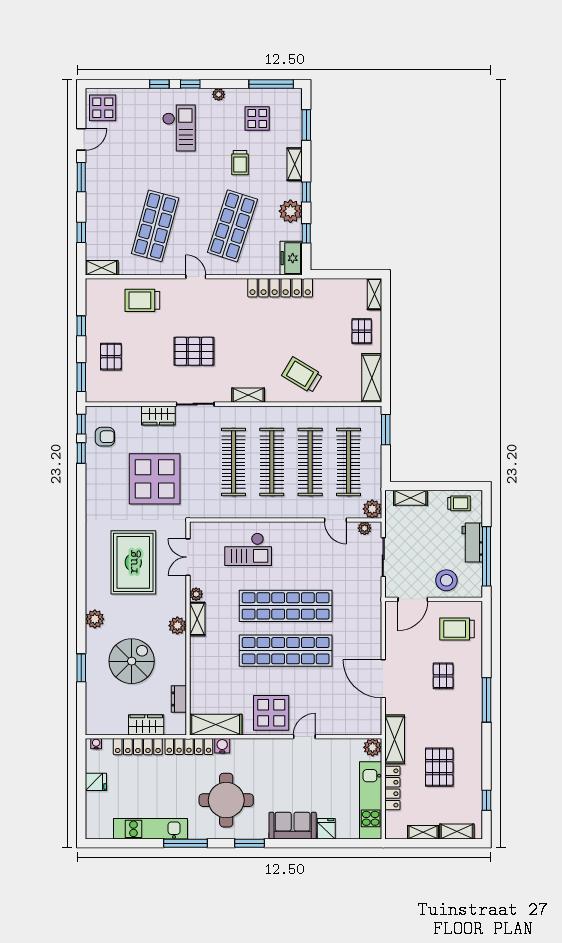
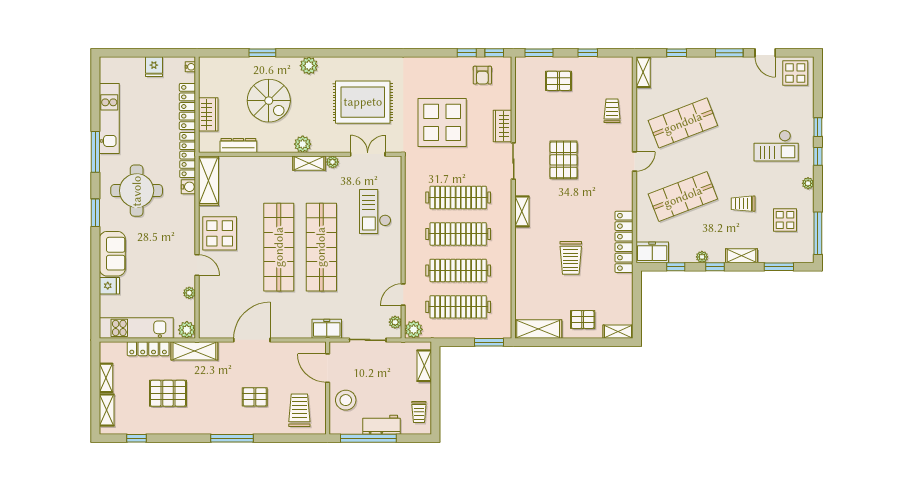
plant: (290, 211) -> (702, 257), width x0.53, depth x0.53
shop shelf: (155, 226) -> (683, 123), turned -36
shop shelf: (232, 226) -> (683, 197), turned -39
trolley: (142, 300) -> (612, 111), width x0.73, depth x0.72
trolley: (302, 375) -> (571, 258), moved, turned 149
freezer: (372, 600) -> (327, 329), added
dresser: (179, 699) -> (238, 145), width x1.44
plant: (334, 745) -> (189, 293), added

